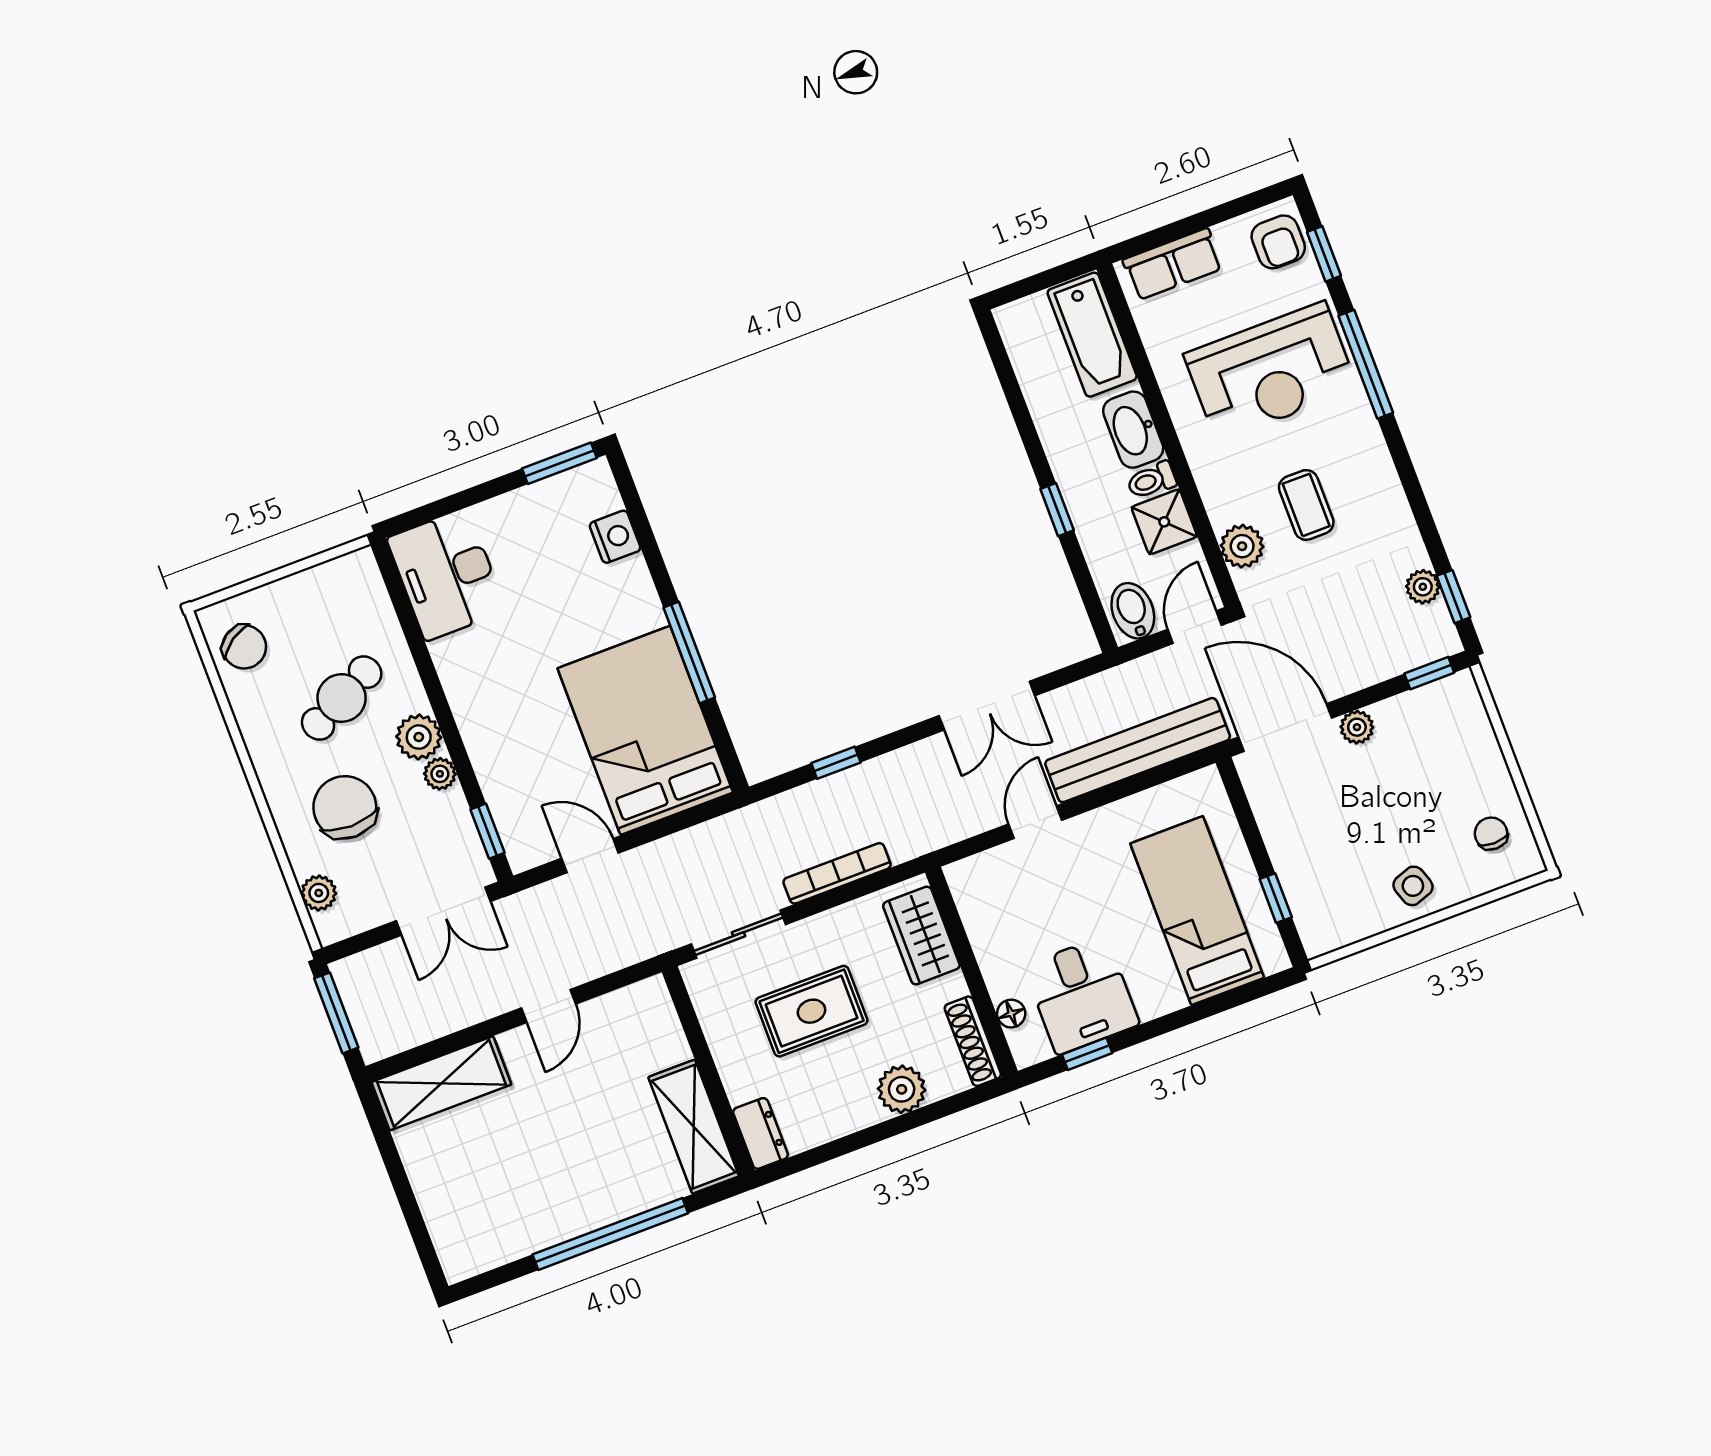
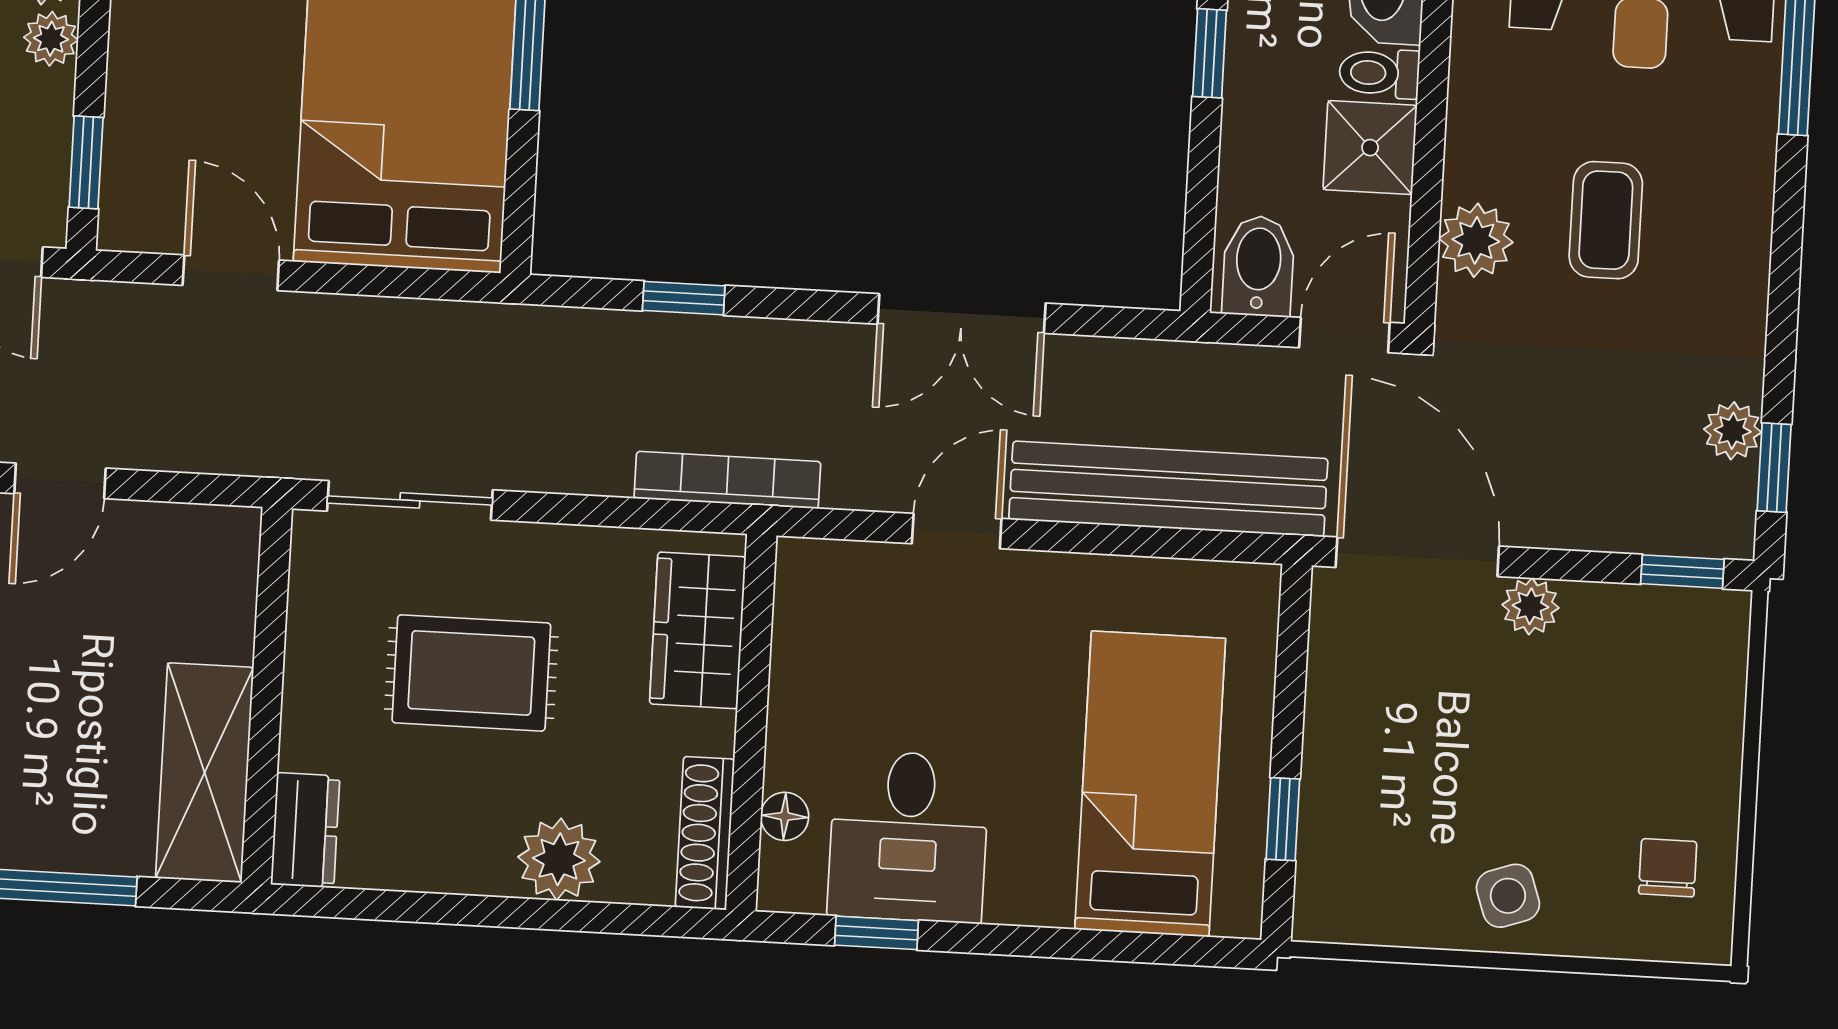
bookcase: (837, 873) -> (727, 480), moved

